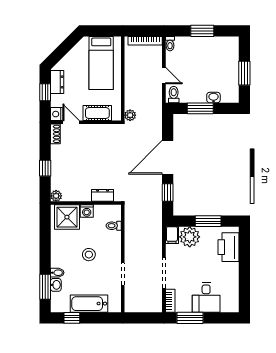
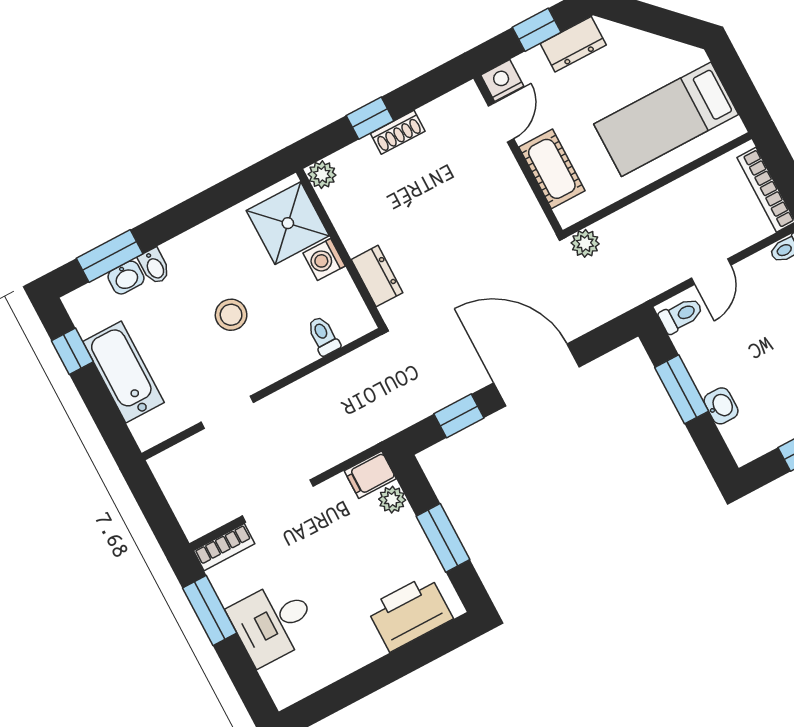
shoe rack: (55, 134) -> (398, 132), moved
plant: (190, 237) -> (392, 500), width x0.53, depth x0.53

